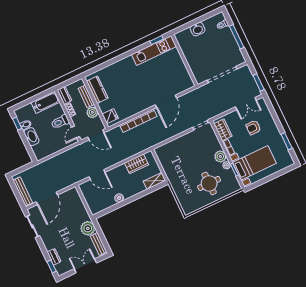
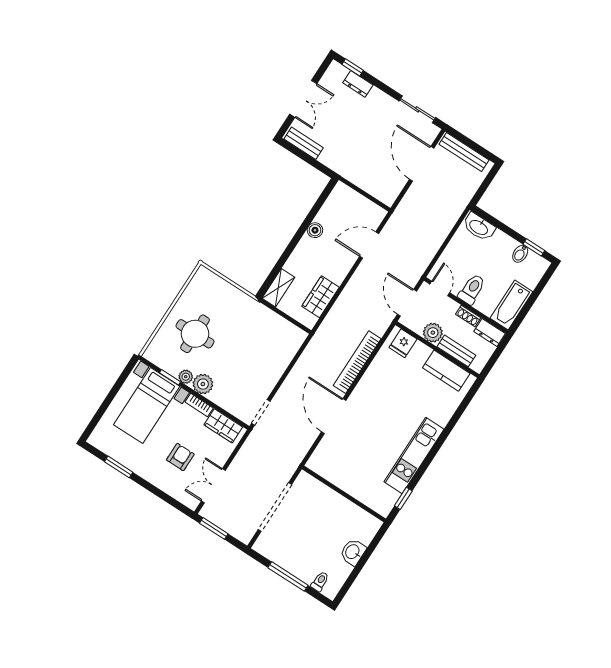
kitchen unit: (154, 51) -> (414, 455), moved
door: (96, 135) -> (407, 303), hinge flipped
washbasin: (31, 137) -> (479, 227), moved
plant: (88, 228) -> (334, 157), removed

